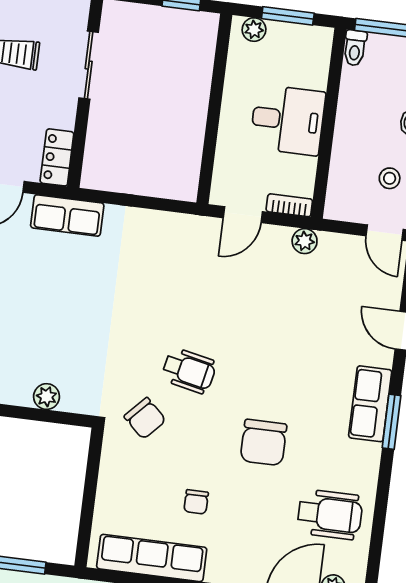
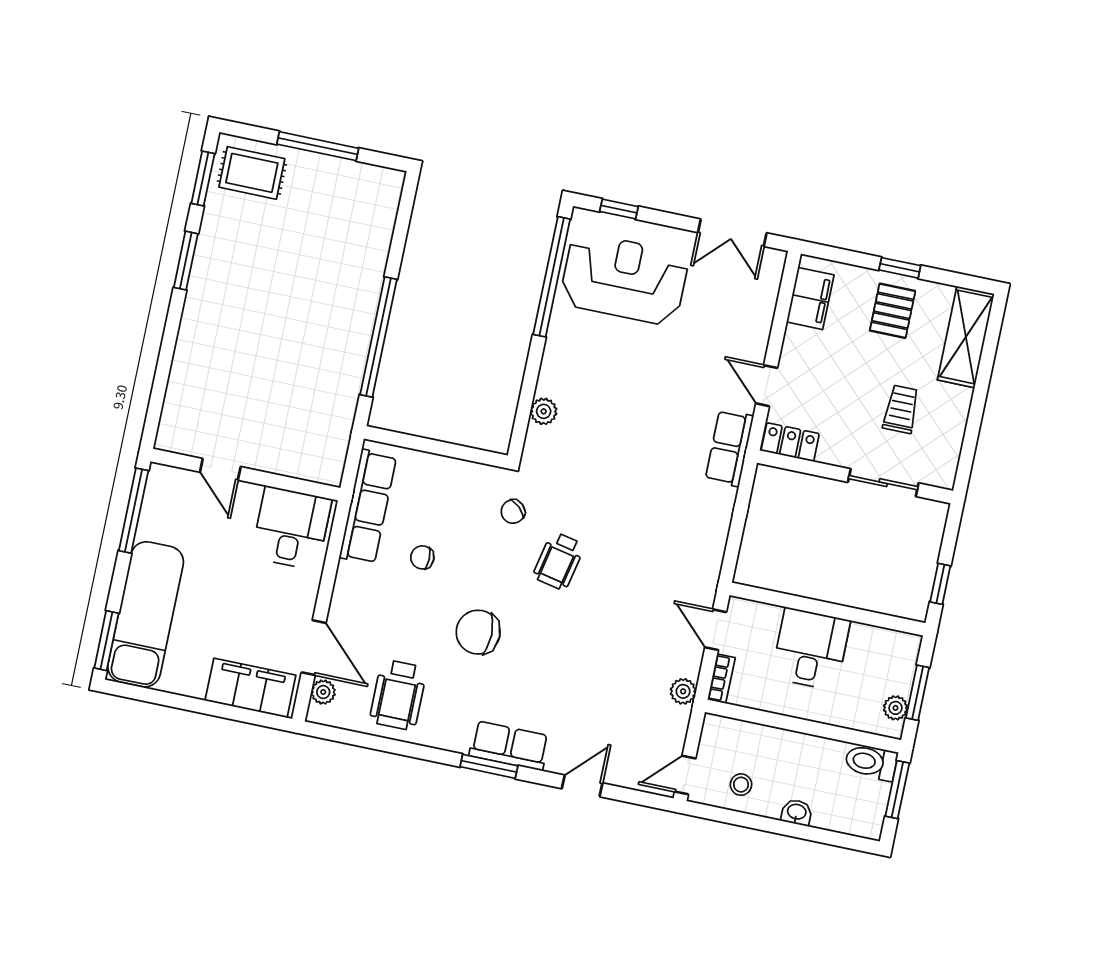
plant: (254, 30) -> (895, 708), moved
toilet: (355, 48) -> (871, 762), width x1.37, depth x1.39
desk: (288, 120) -> (811, 649), moved, turned 180
chair: (145, 418) -> (513, 512), width x0.73, depth x0.73

